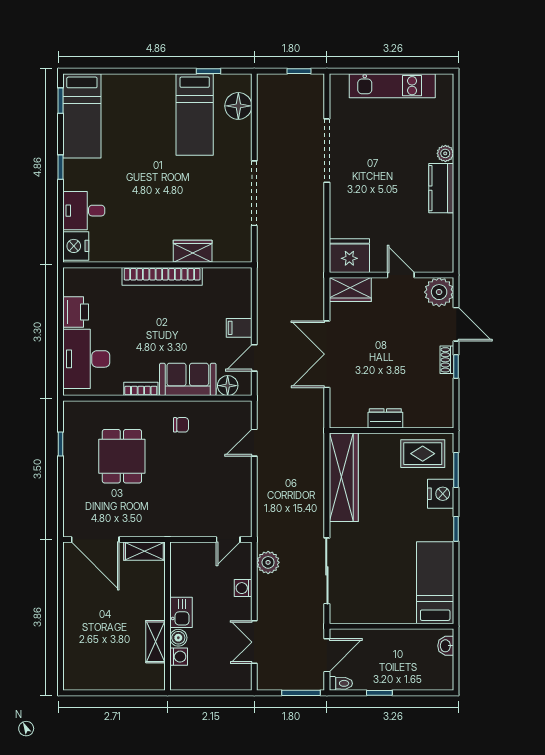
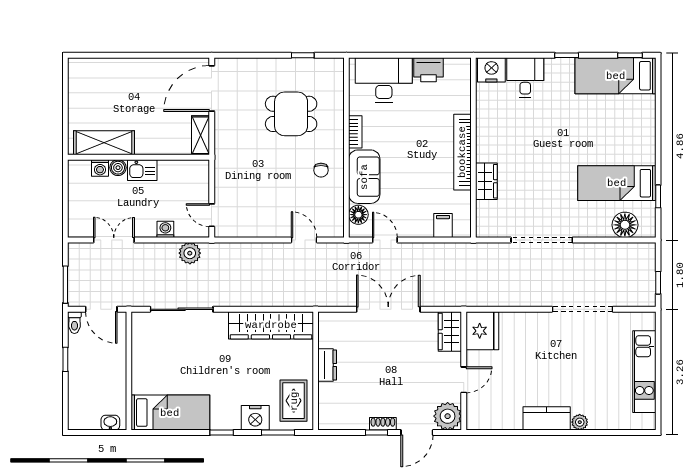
filing cabinet: (239, 328) -> (443, 226), moved
shelving: (155, 642) -> (104, 143), width x1.50, depth x1.33

